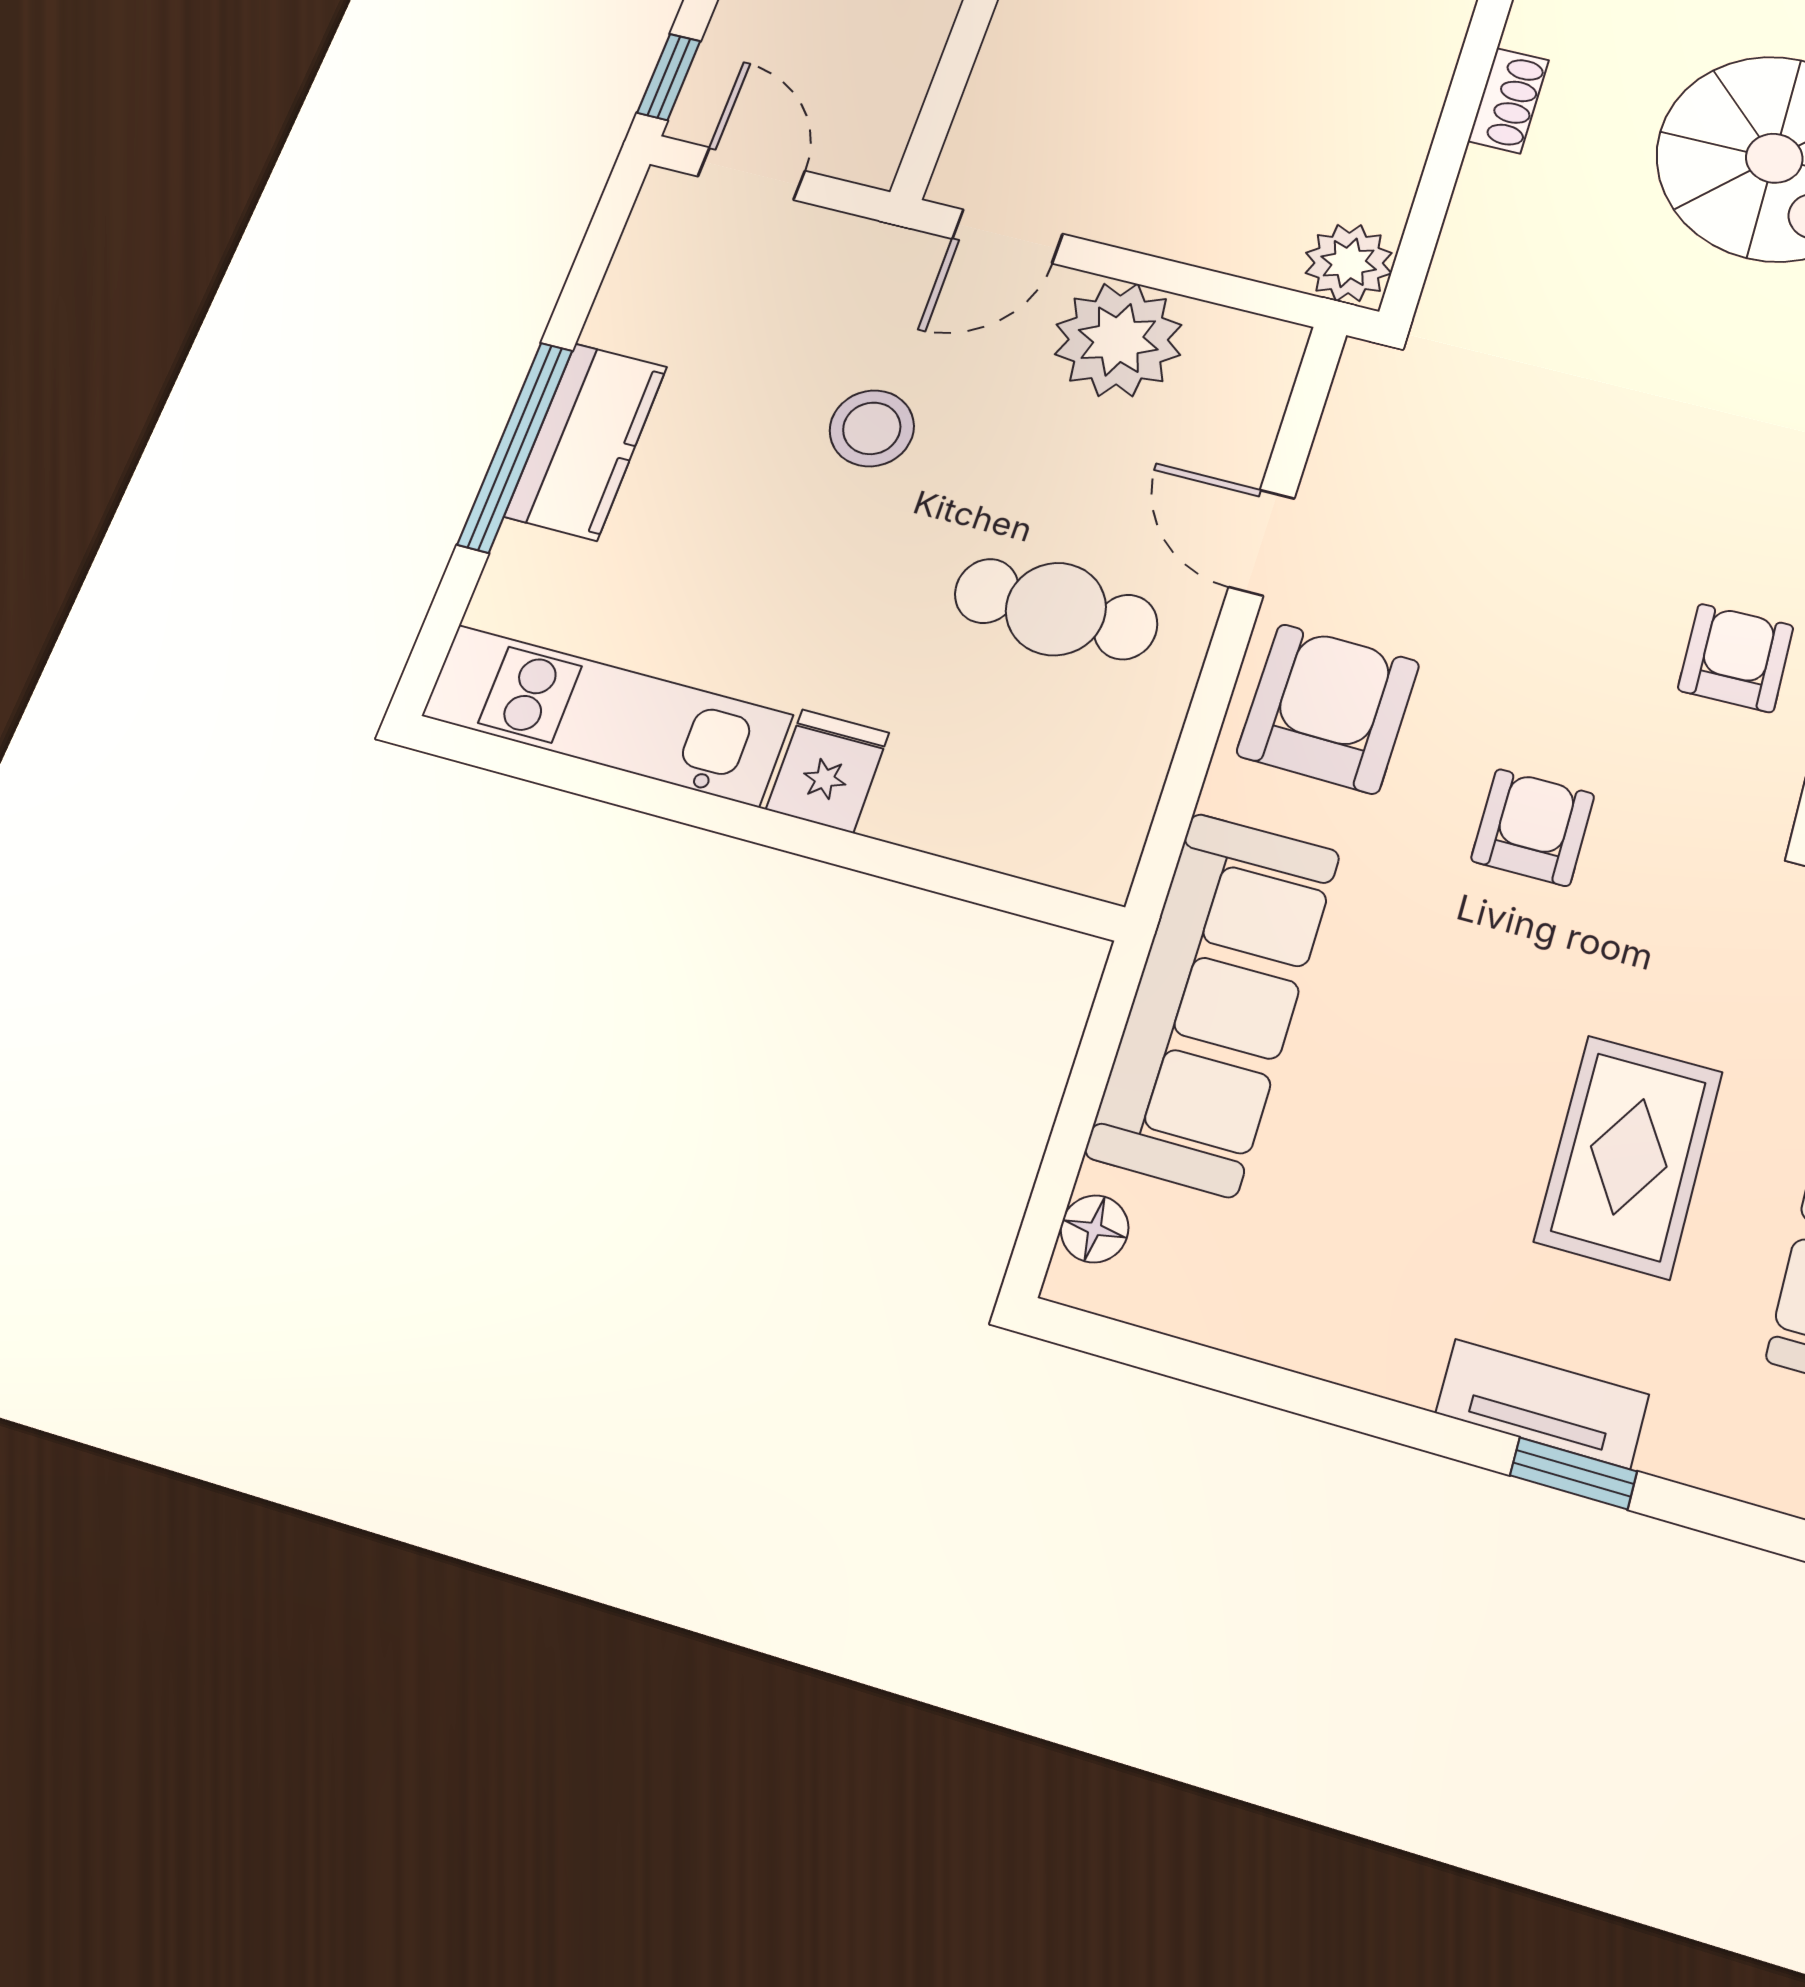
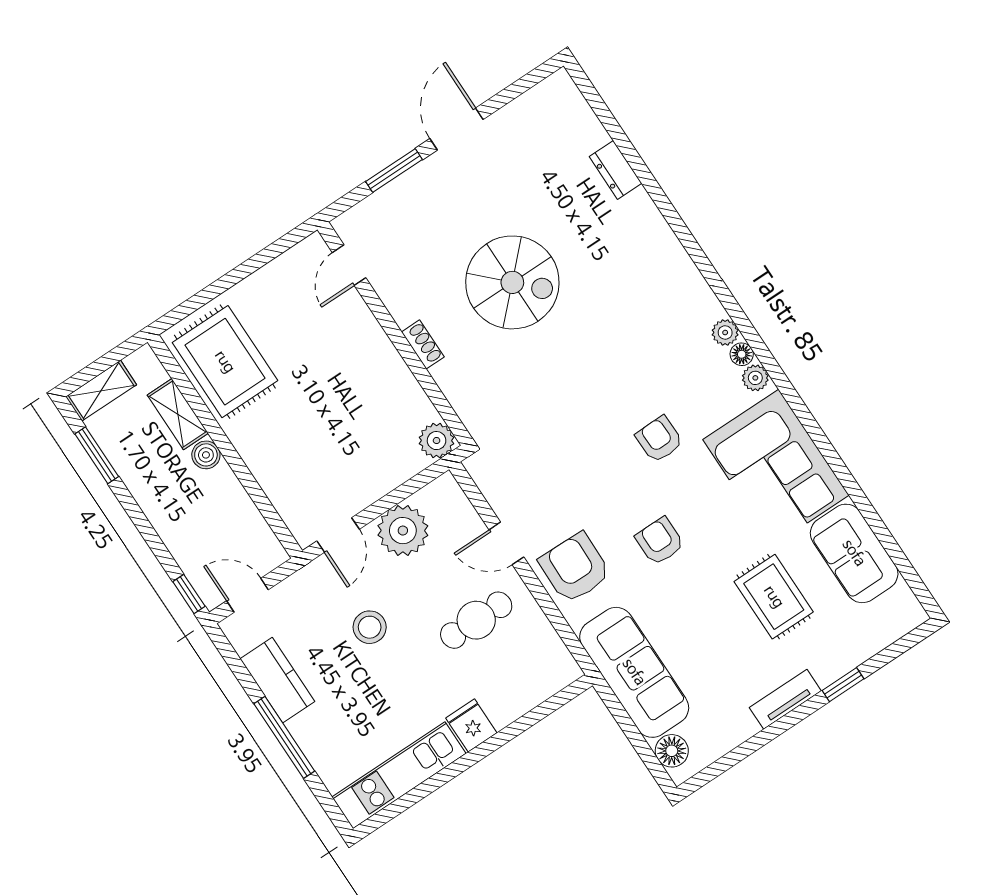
kitchen counter: (586, 441) -> (277, 680), moved
floor lamp: (1095, 1229) -> (672, 751), width x1.37, depth x1.37
tv unit: (1542, 1404) -> (785, 699), moved

